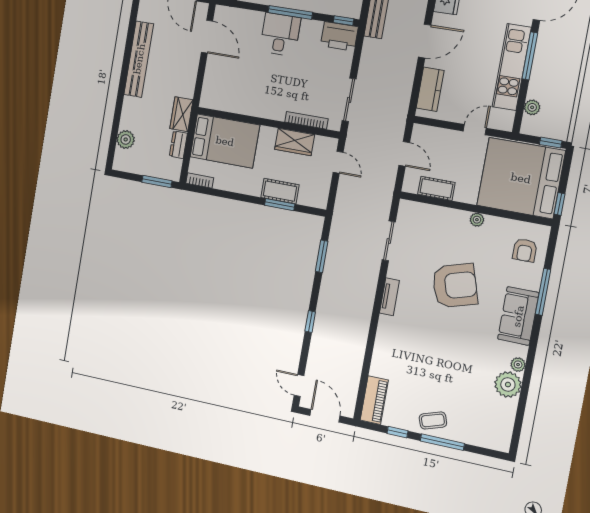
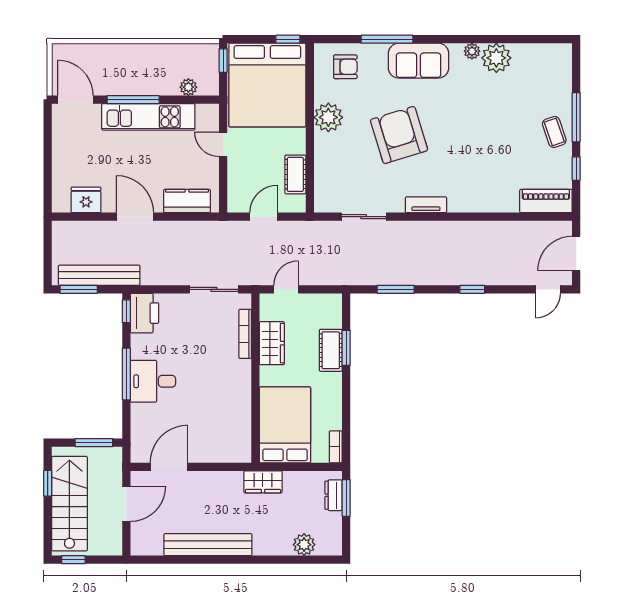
dresser: (178, 145) -> (334, 495), moved, turned 90
plant: (477, 220) -> (328, 117), width x1.87, depth x1.87

